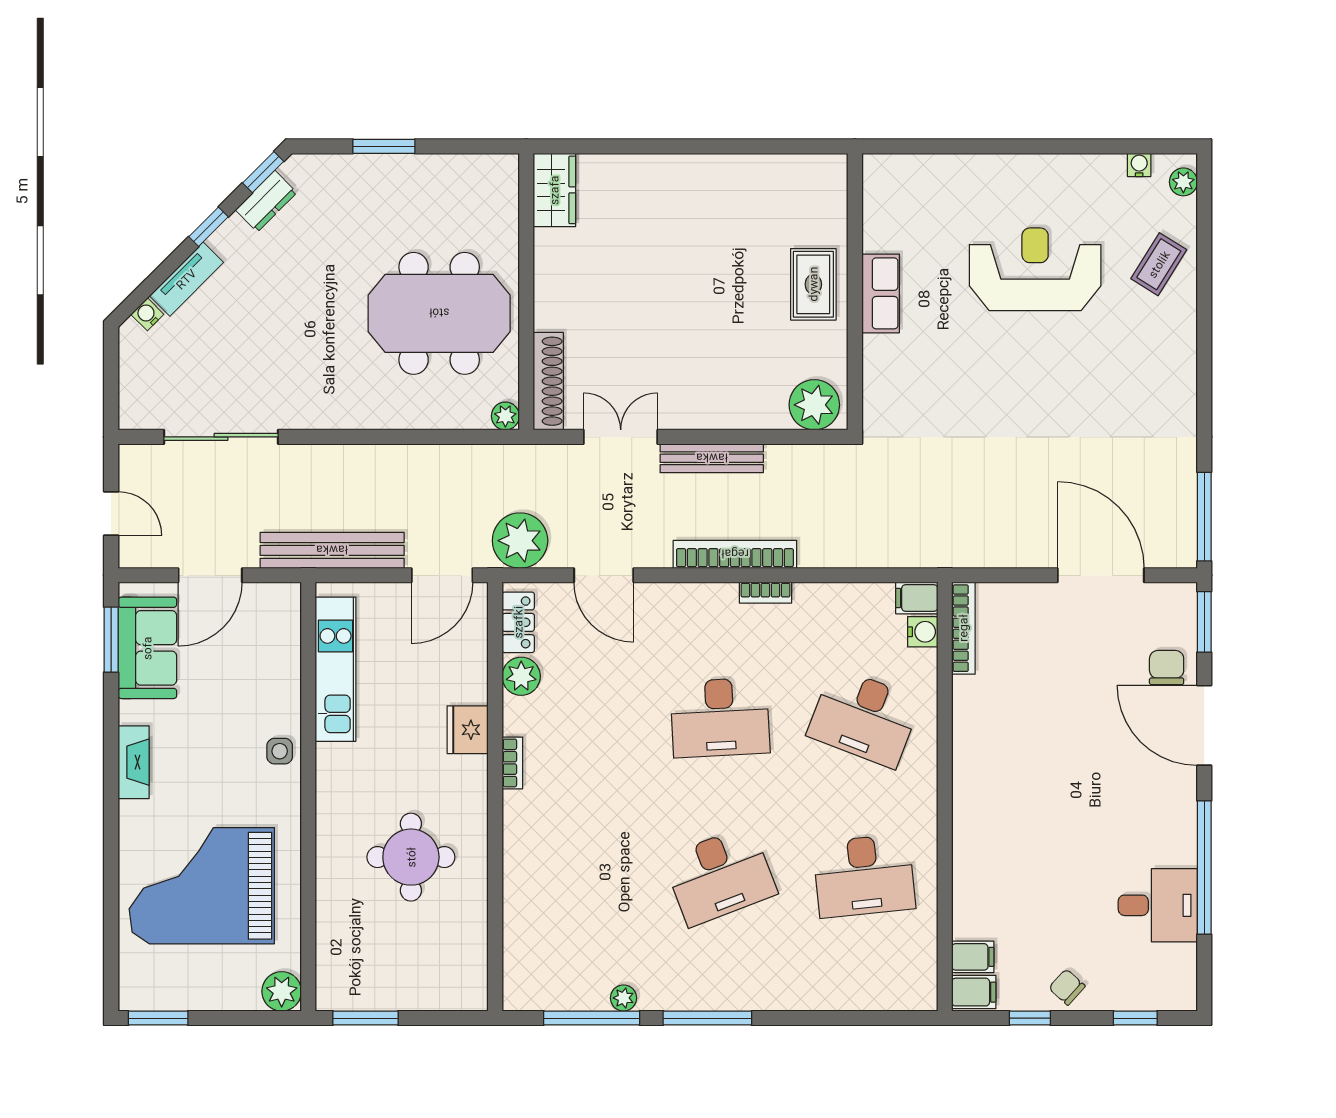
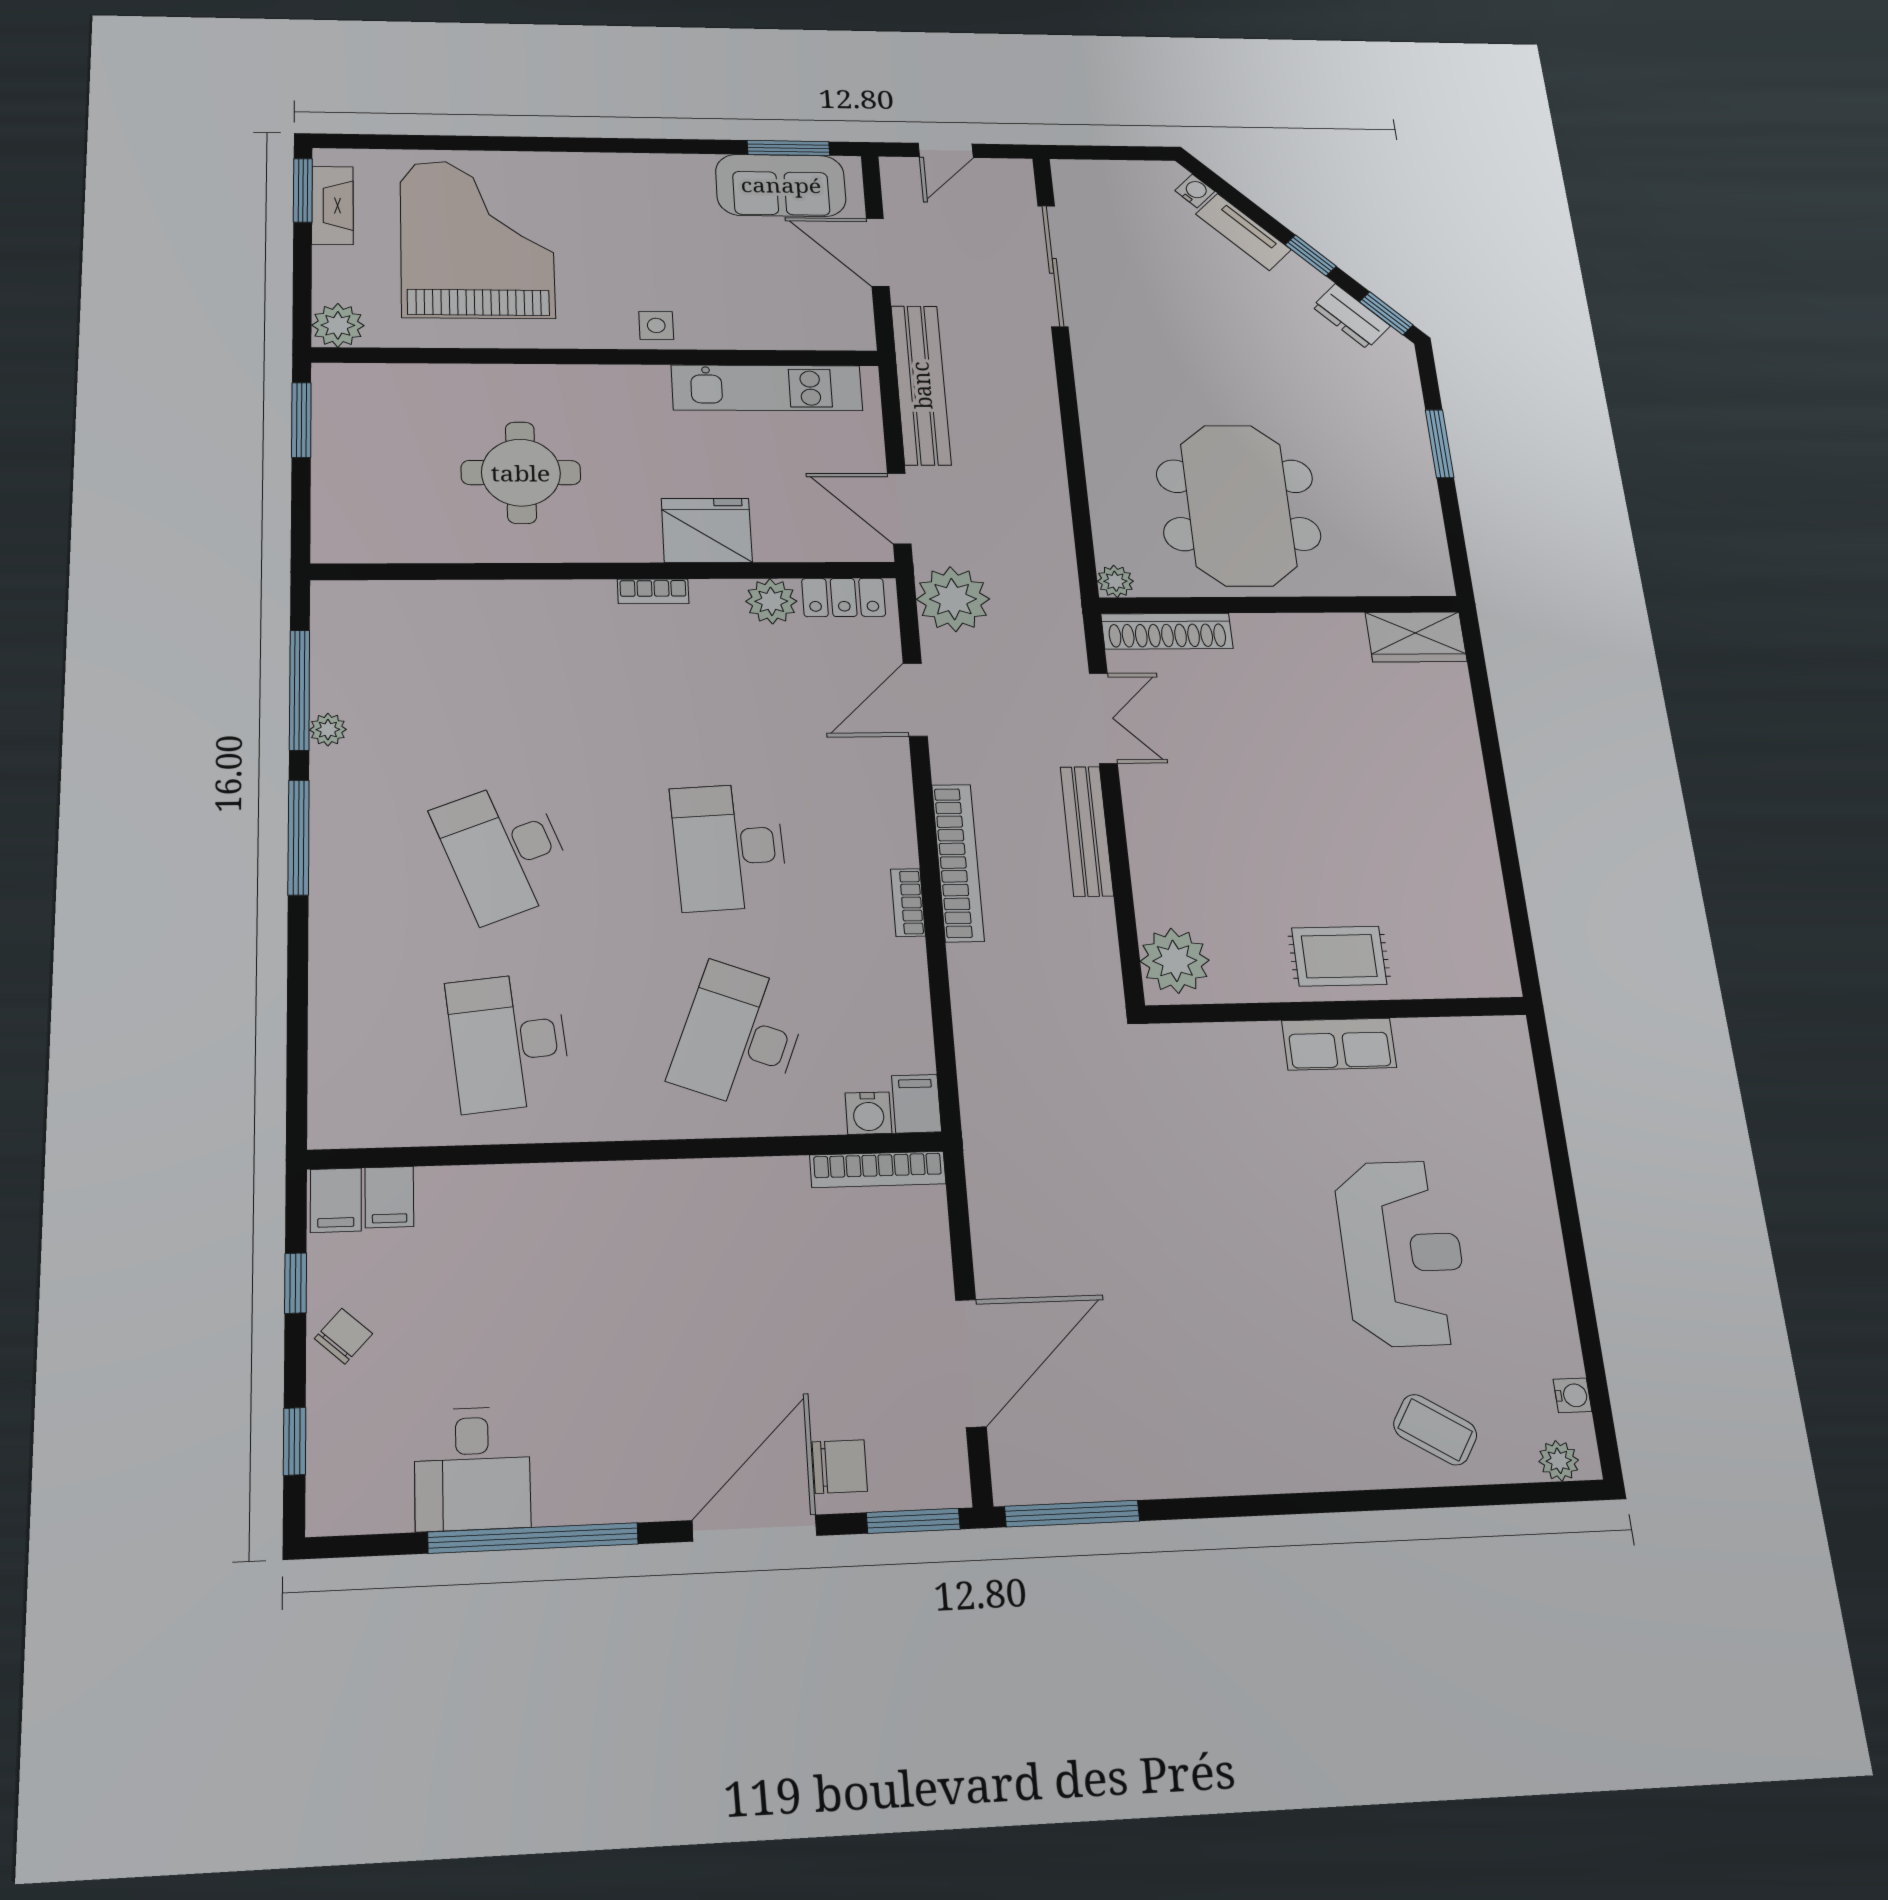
fridge: (468, 730) -> (707, 530), width x1.36, depth x1.34
fireplace: (134, 762) -> (332, 205), moved, turned -90

